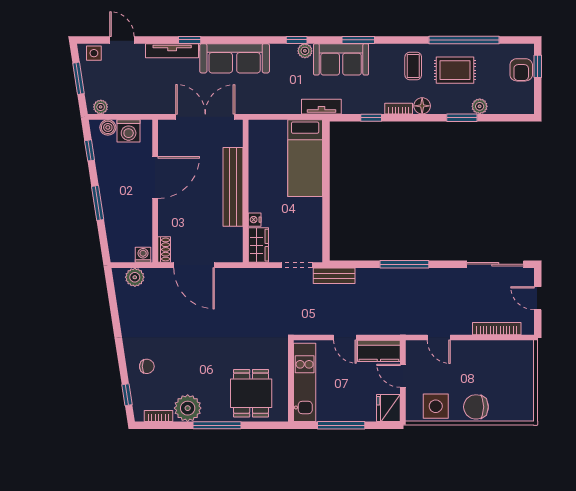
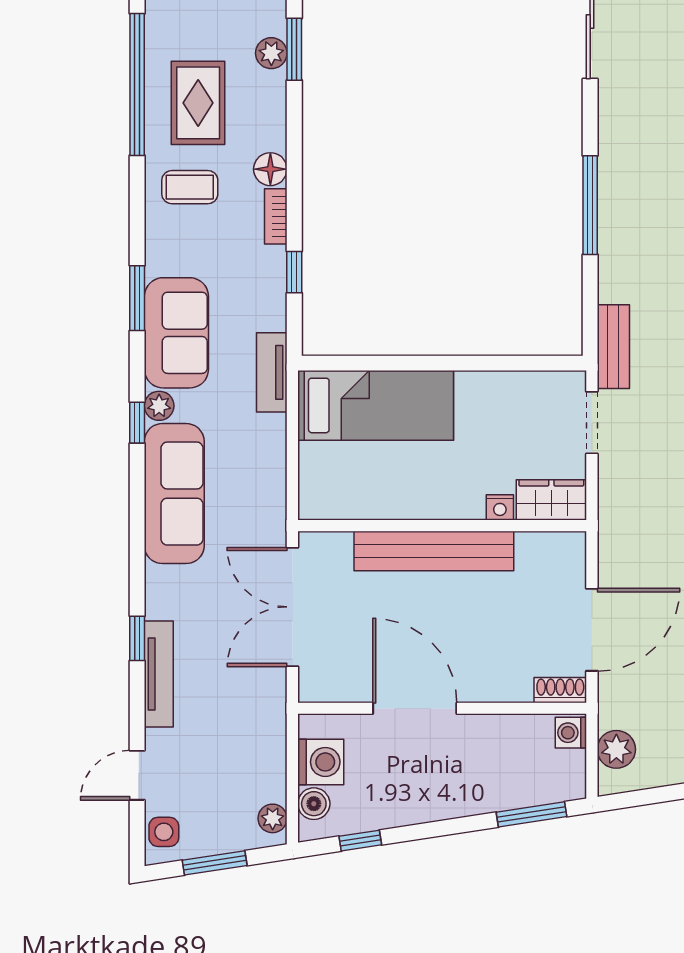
sofa: (235, 58) -> (174, 494), moved
window: (462, 118) -> (294, 49), moved
window: (98, 203) -> (531, 814), moved

